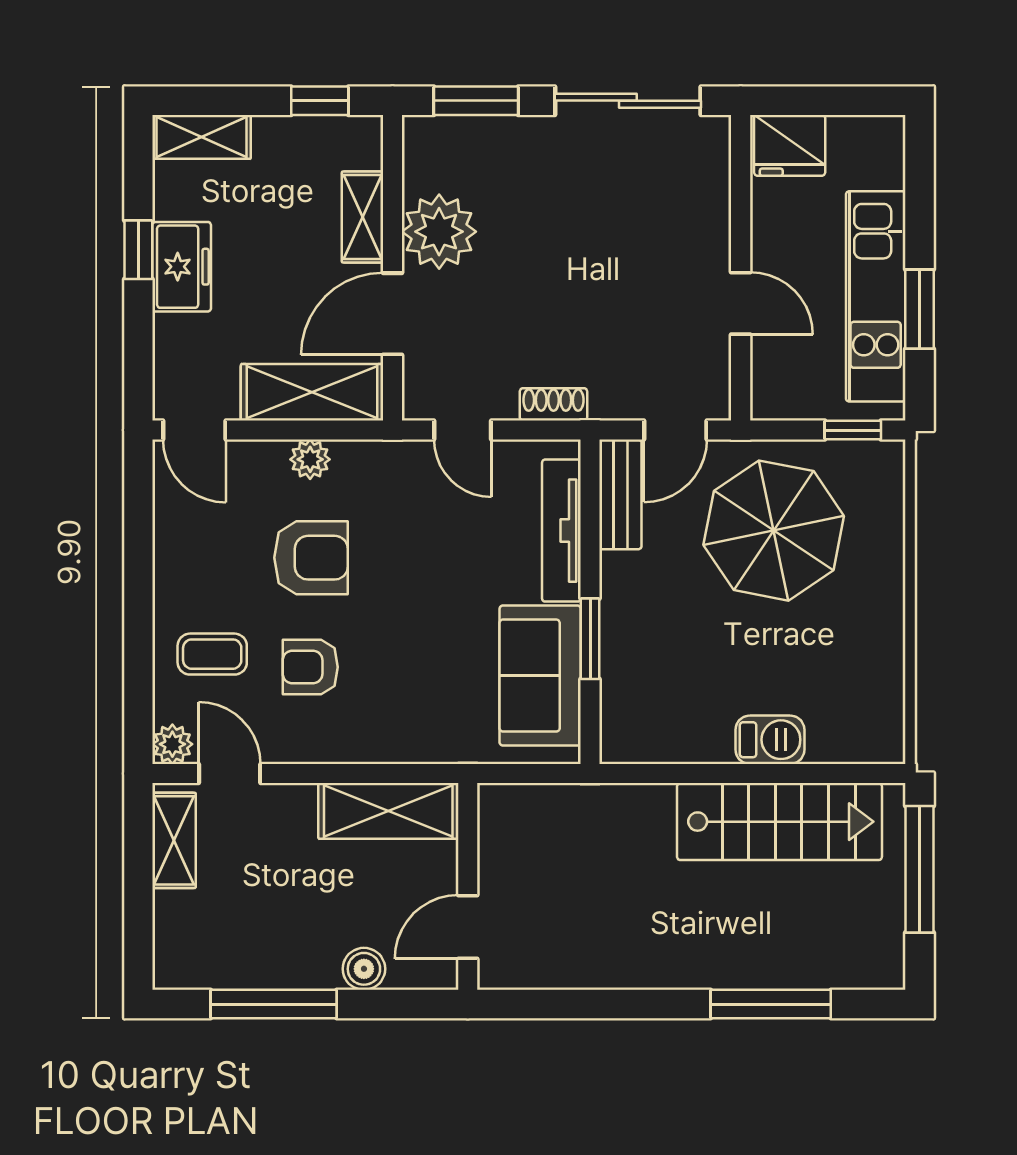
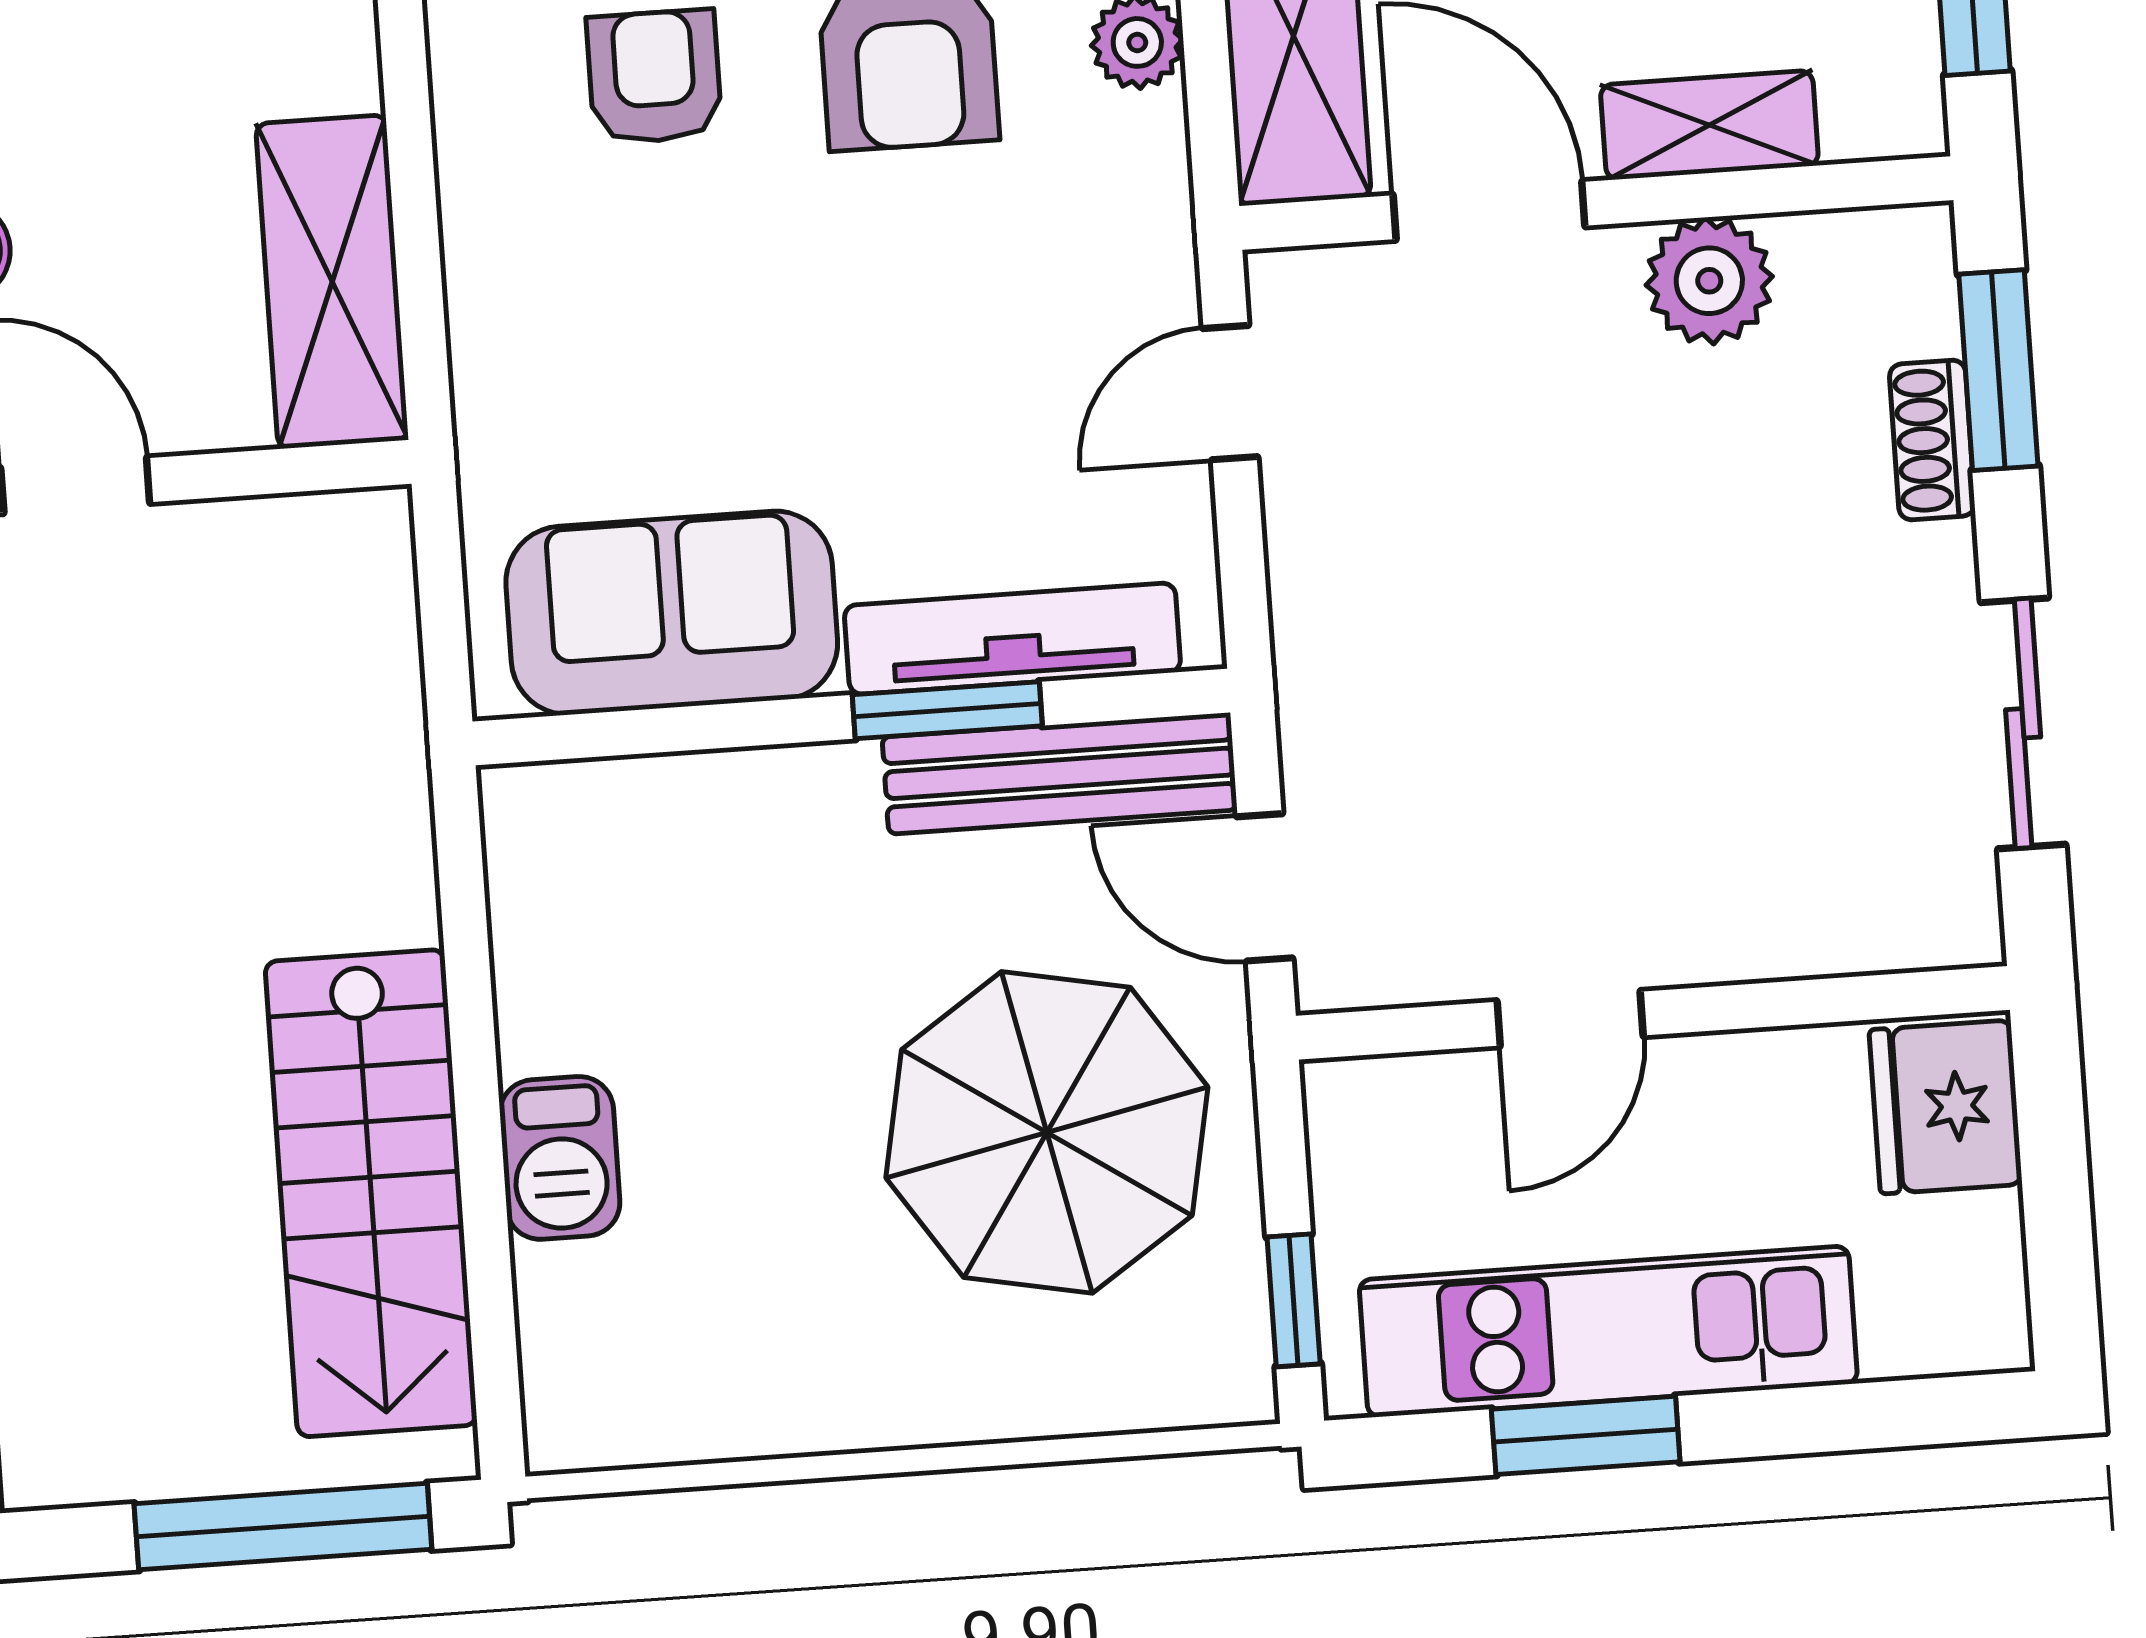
sliding door: (628, 101) -> (2023, 723), width x0.73
plant: (439, 232) -> (1709, 281), width x0.73, depth x0.73
shoe rack: (553, 404) -> (1932, 440), moved, turned 180
bench: (620, 494) -> (1060, 773), width x1.36
window: (590, 639) -> (947, 710), moved

